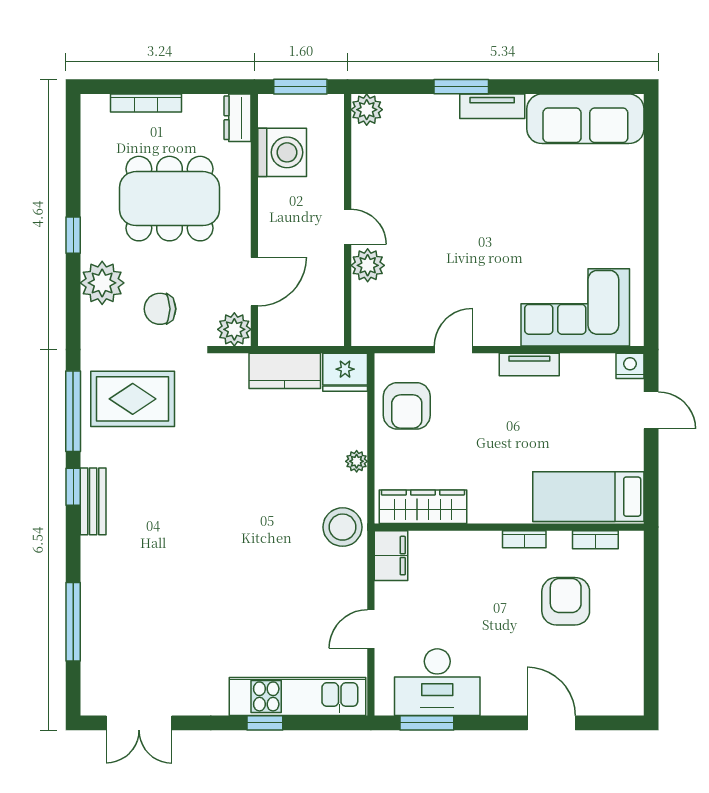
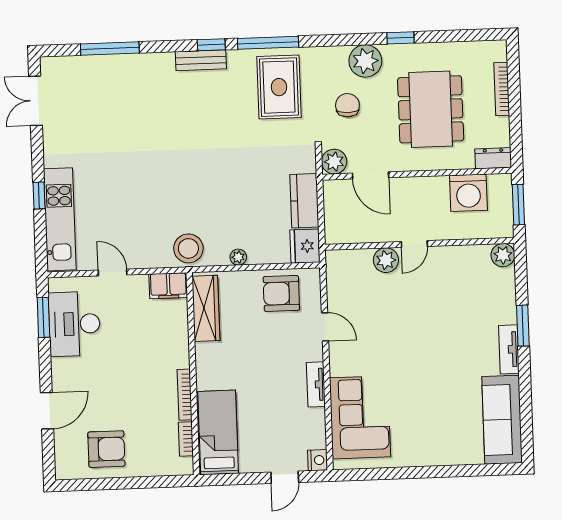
bookcase: (524, 539) -> (185, 395), width x1.56
armchair: (566, 601) -> (106, 449), moved

